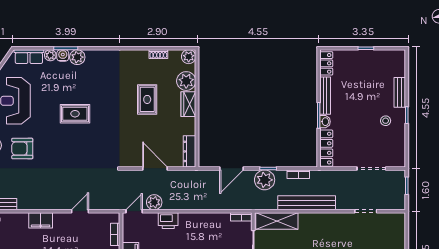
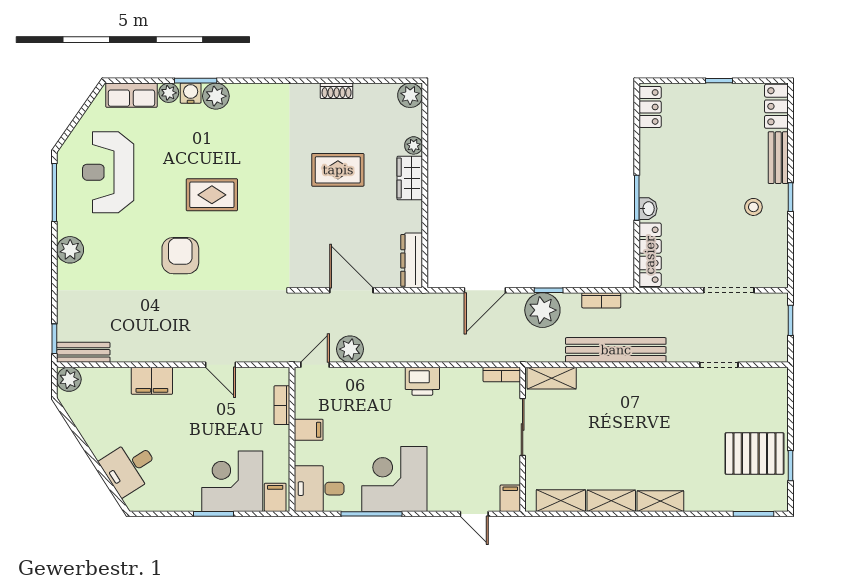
shoe rack: (158, 54) -> (337, 91), moved
locker: (399, 63) -> (776, 106), added
plant: (186, 81) -> (414, 145), width x0.53, depth x0.53
bench: (325, 96) -> (648, 163), removed
rug: (147, 99) -> (338, 170), turned 90
armchair: (22, 149) -> (180, 256), moved, turned 90
door: (80, 211) -> (220, 365), swing flipped
printer: (168, 221) -> (422, 381), moved
shelving: (277, 221) -> (552, 378), width x0.67, depth x0.75

